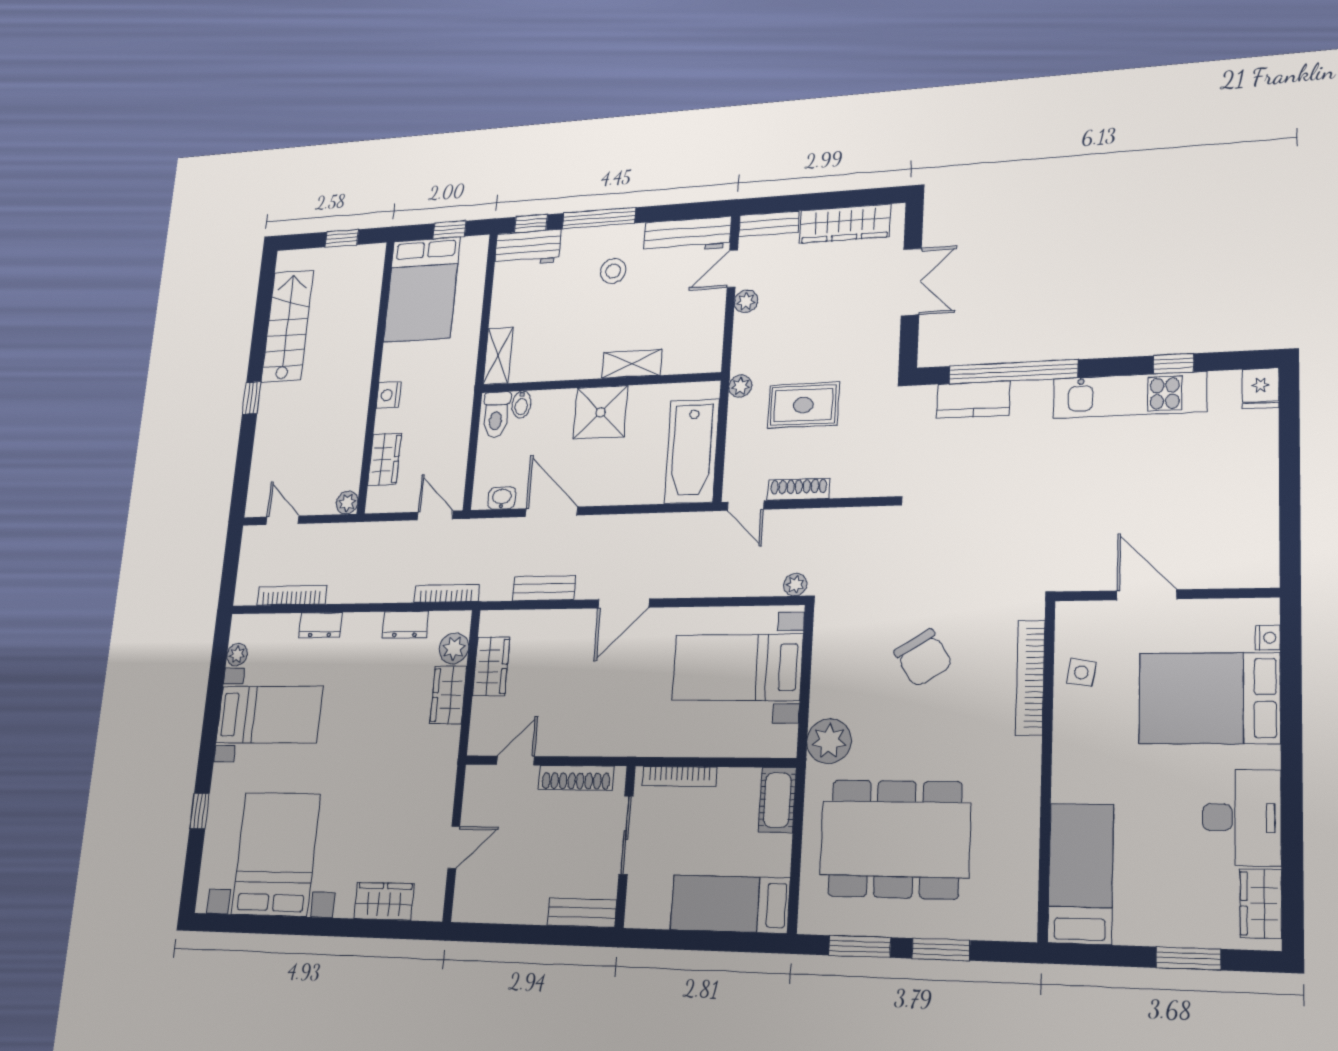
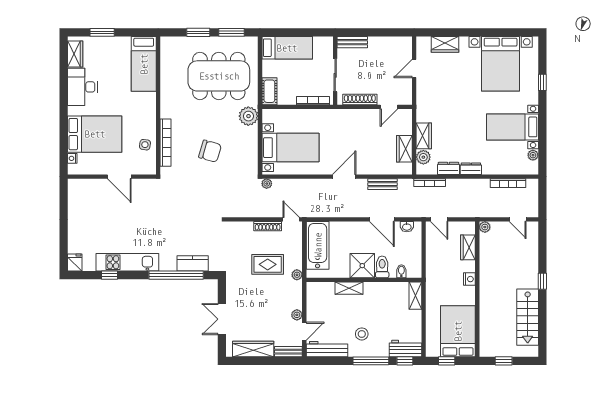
toilet: (496, 415) -> (382, 267), moved
dresser: (321, 625) -> (471, 169), moved
chair: (923, 658) -> (210, 151), turned 138

